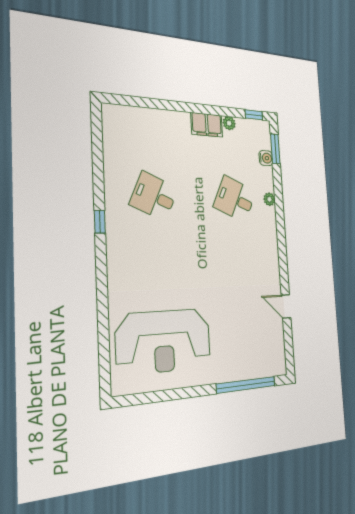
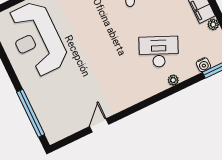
desk: (235, 199) -> (159, 52), width x1.37

